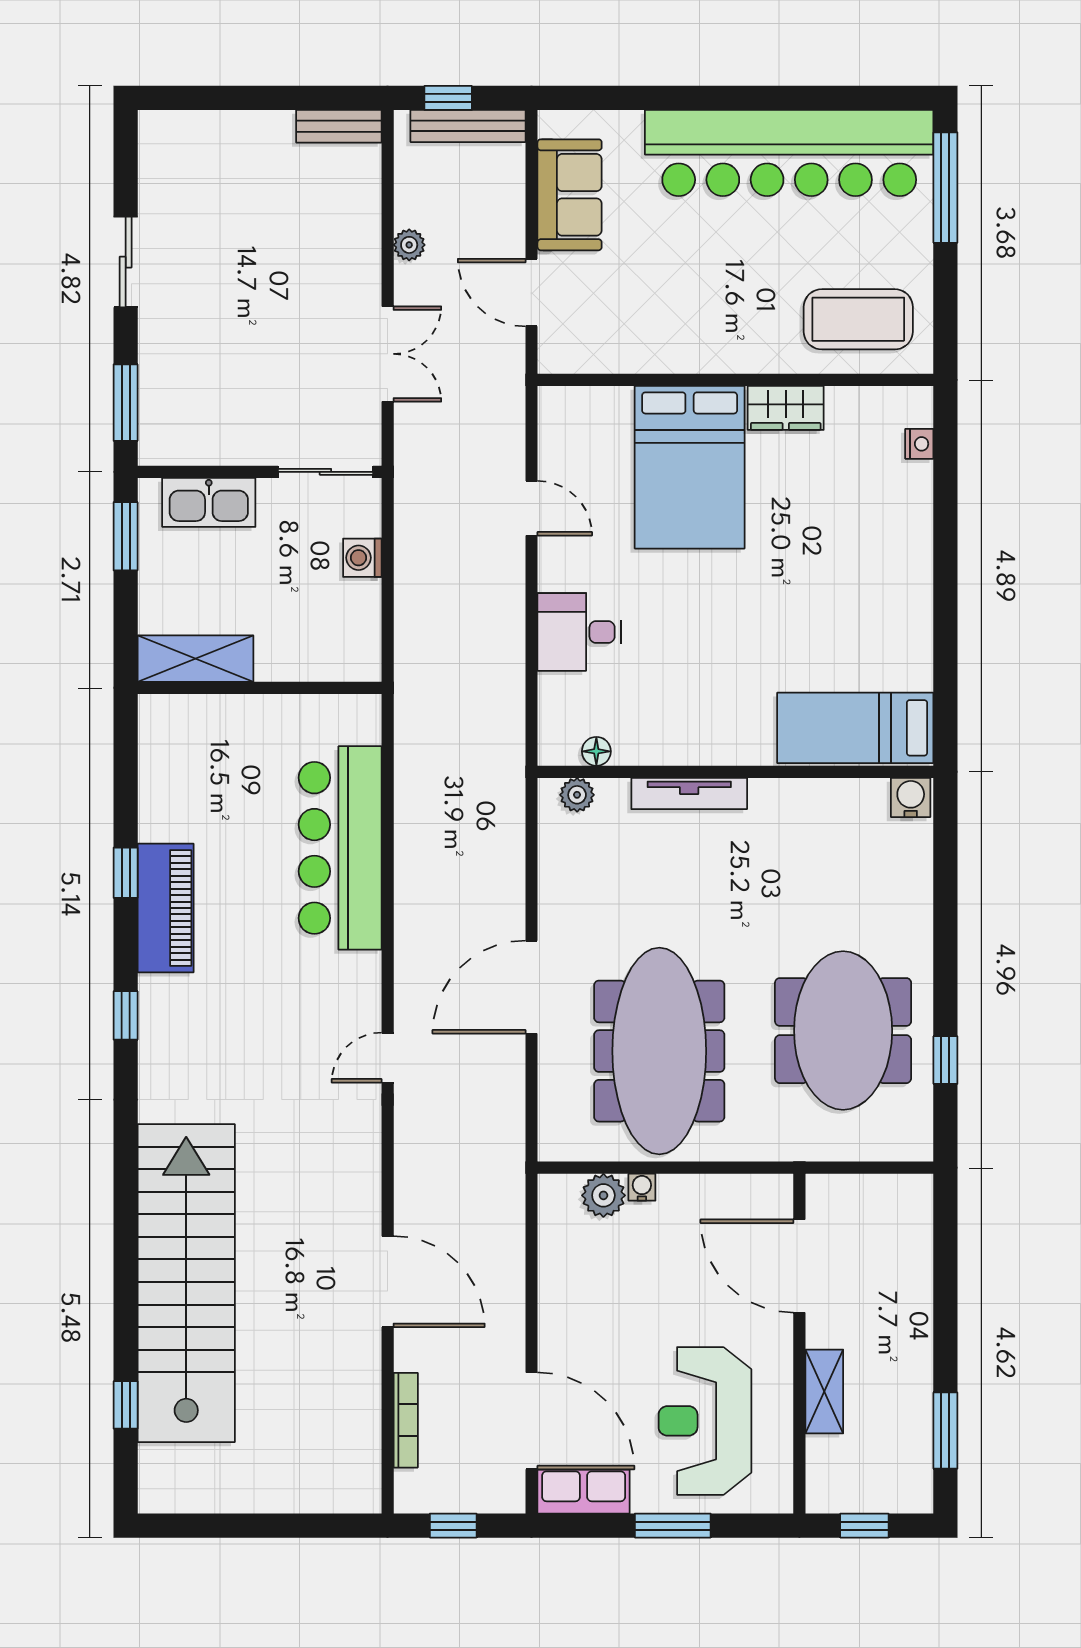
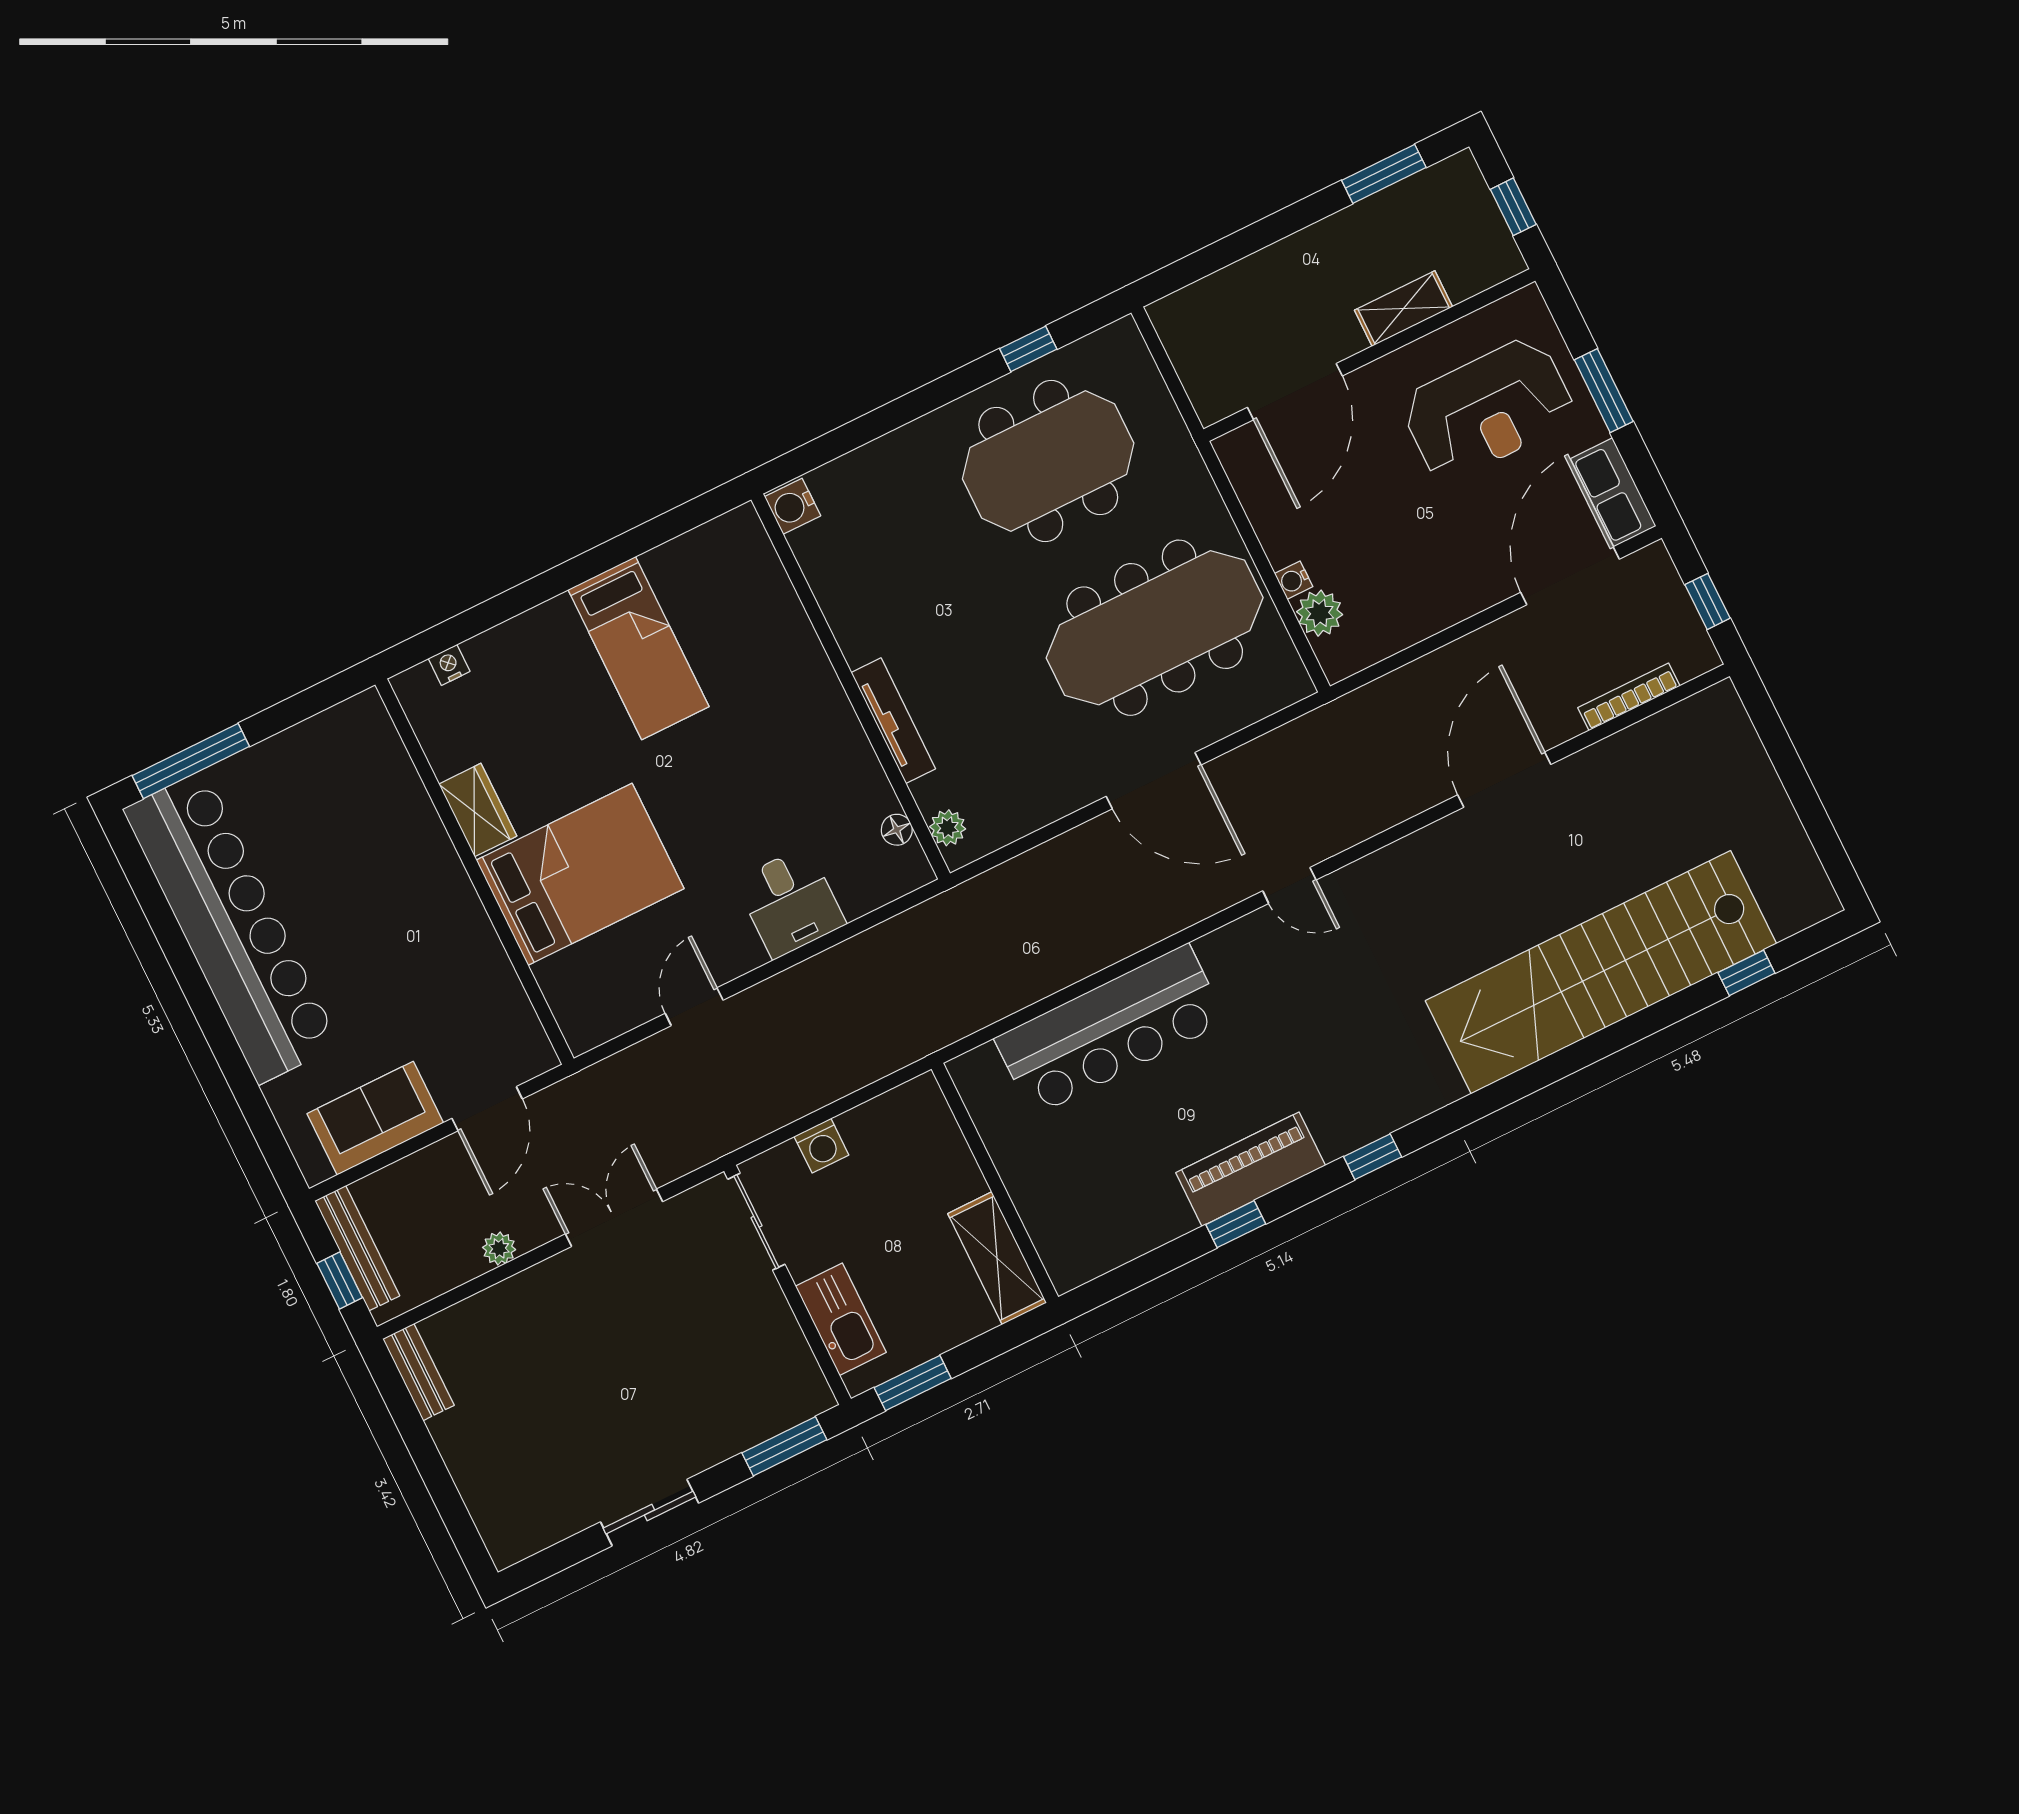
coffee table: (858, 319) -> (358, 782), removed
bed: (855, 728) -> (639, 648), moved

